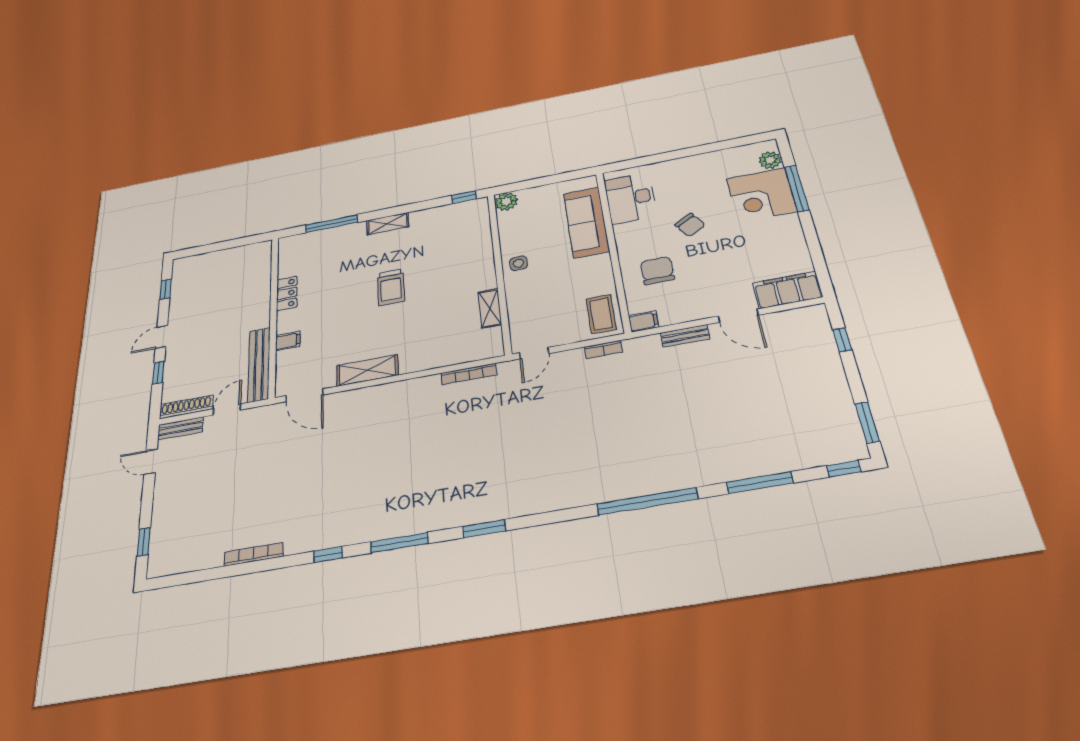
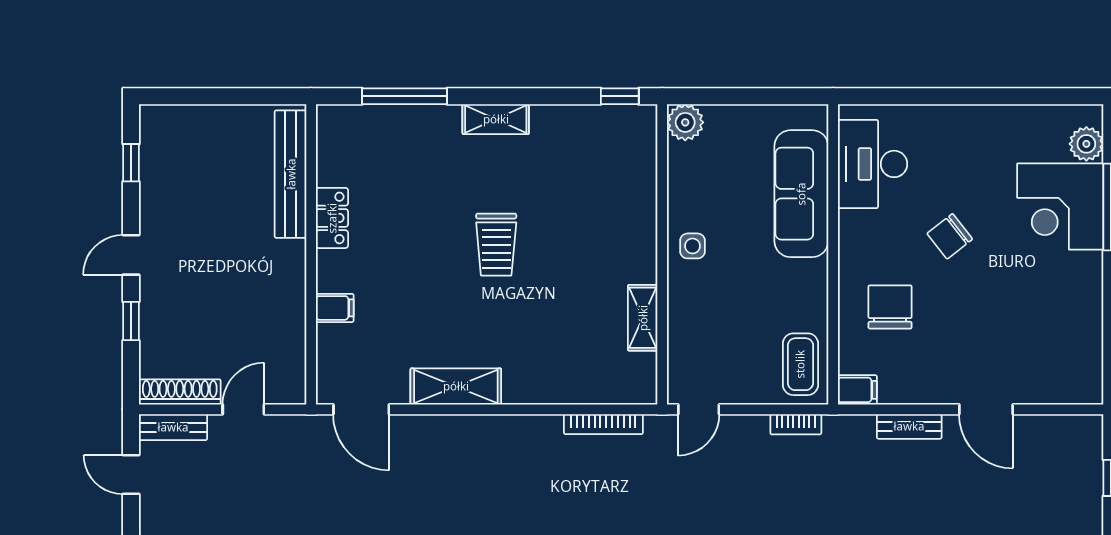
chair: (690, 225) -> (950, 236), turned 83
filing cabinet: (788, 290) -> (1060, 382), removed
bench: (259, 365) -> (291, 174), moved

